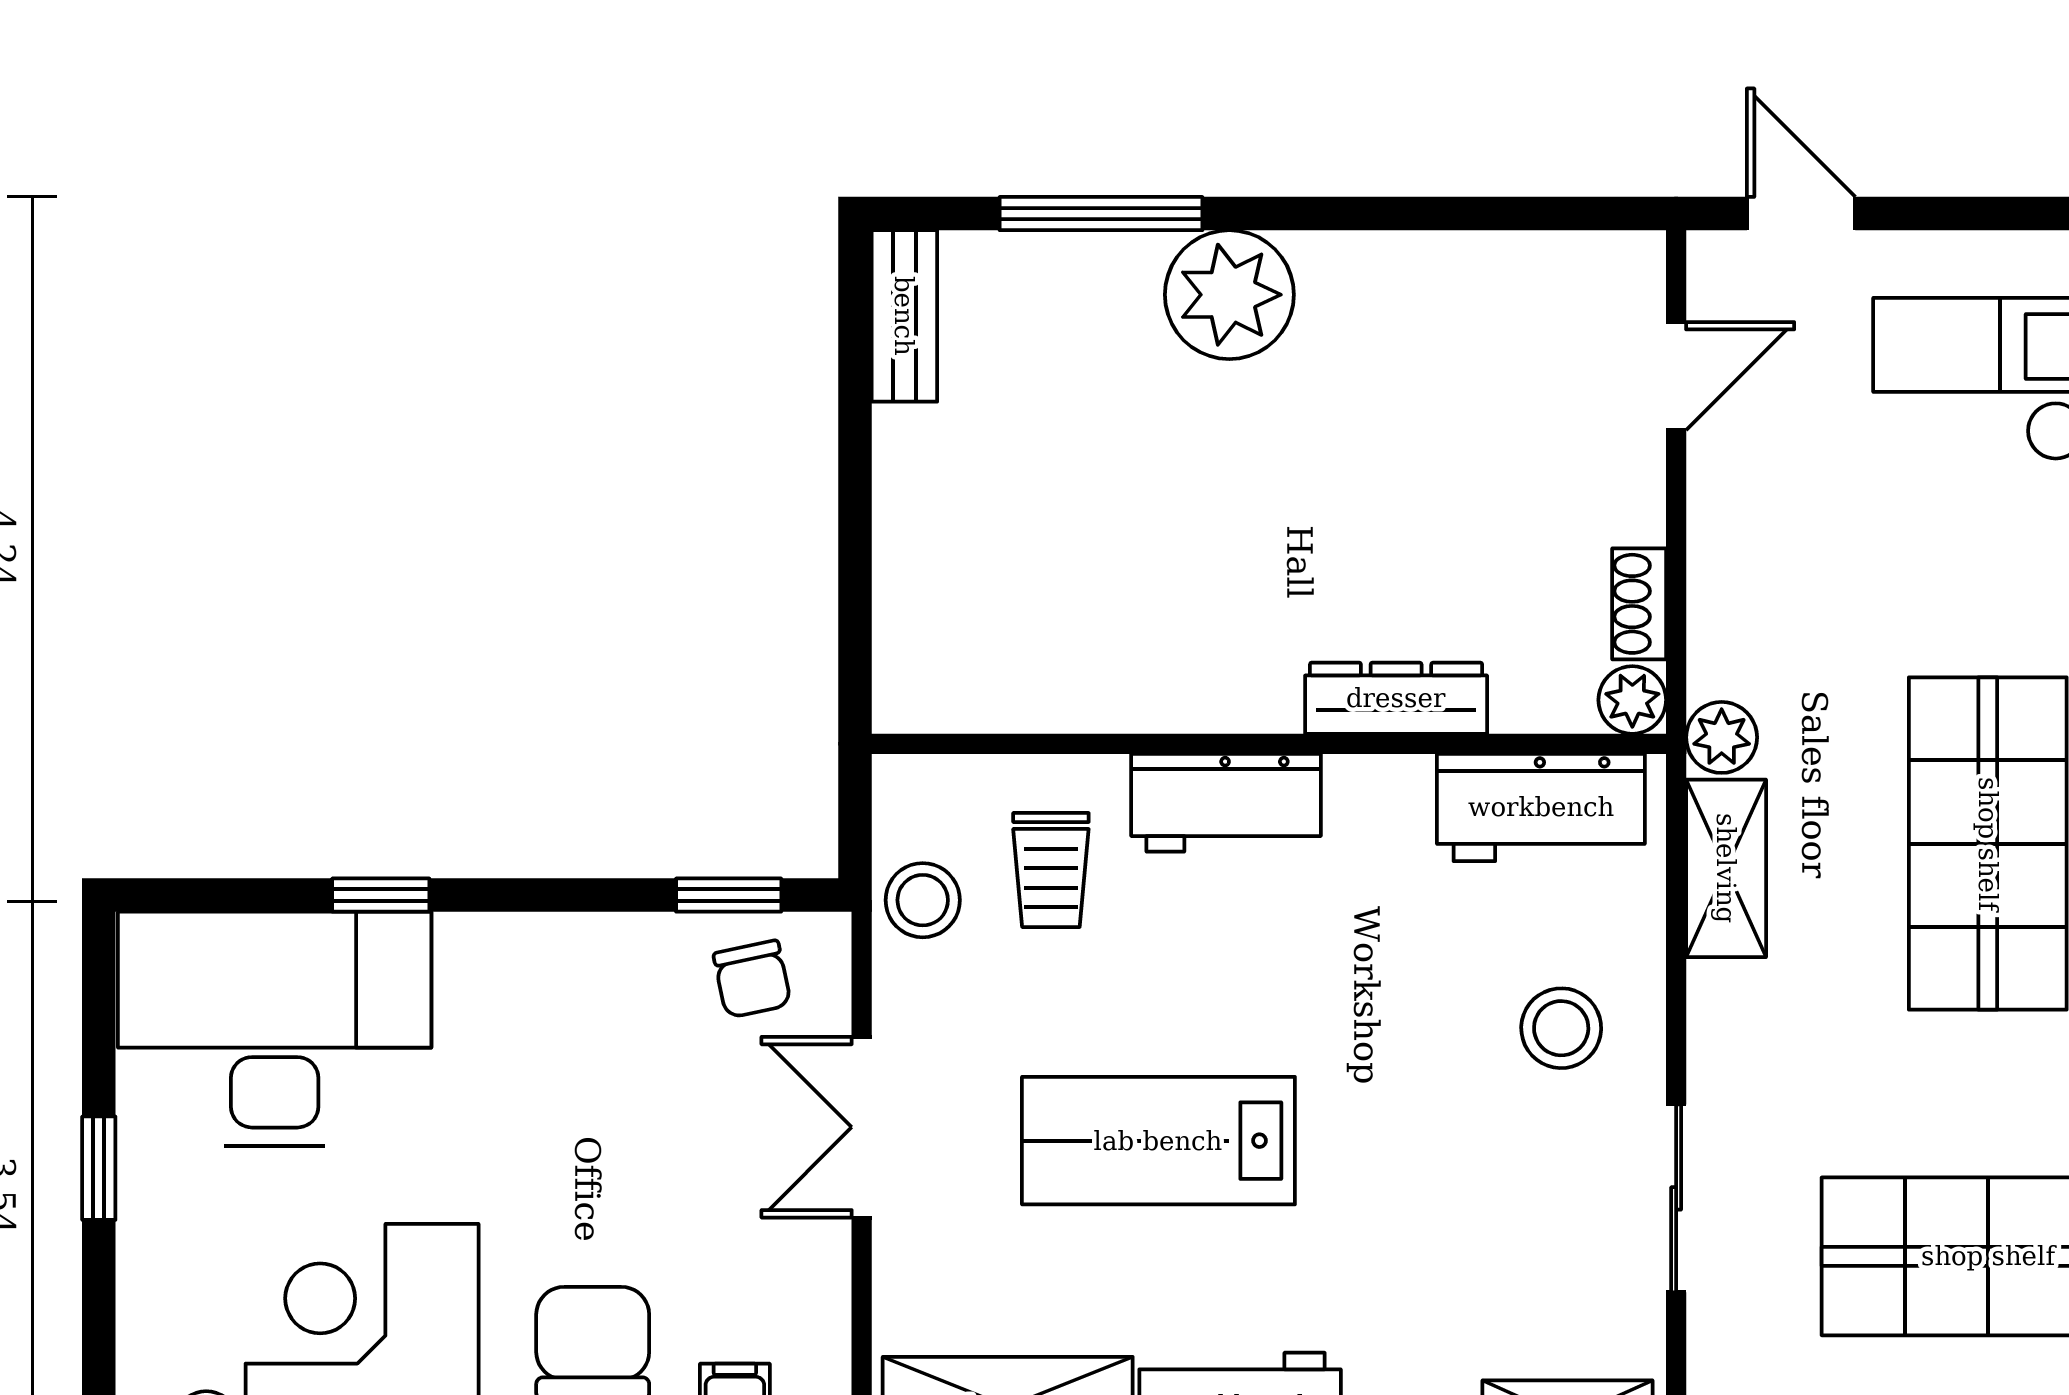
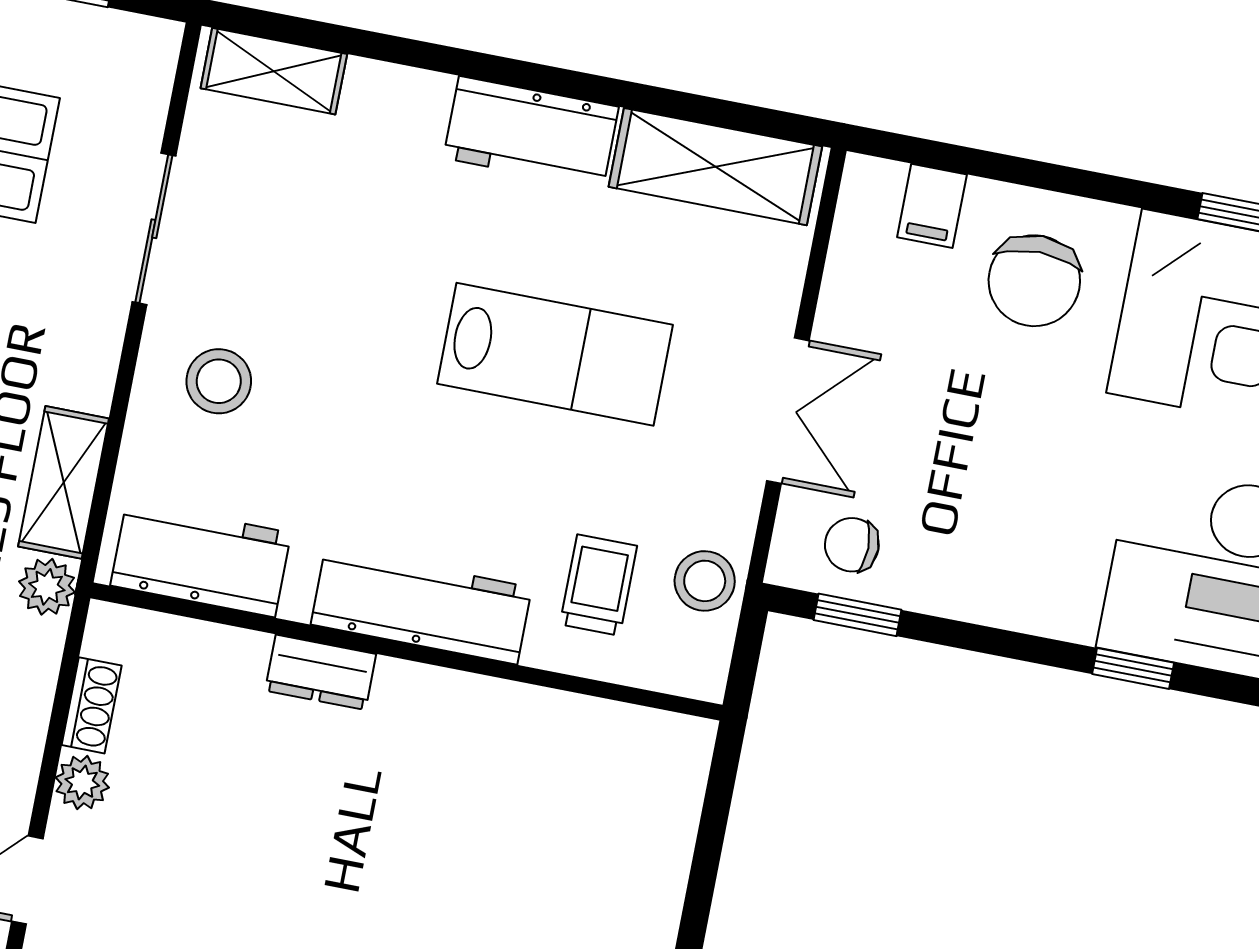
dresser: (1396, 698) -> (321, 672), width x0.70
plant: (1632, 700) -> (82, 782), moved
workbench: (1226, 803) -> (421, 606), width x1.37
chair: (752, 979) -> (852, 545), turned -78

